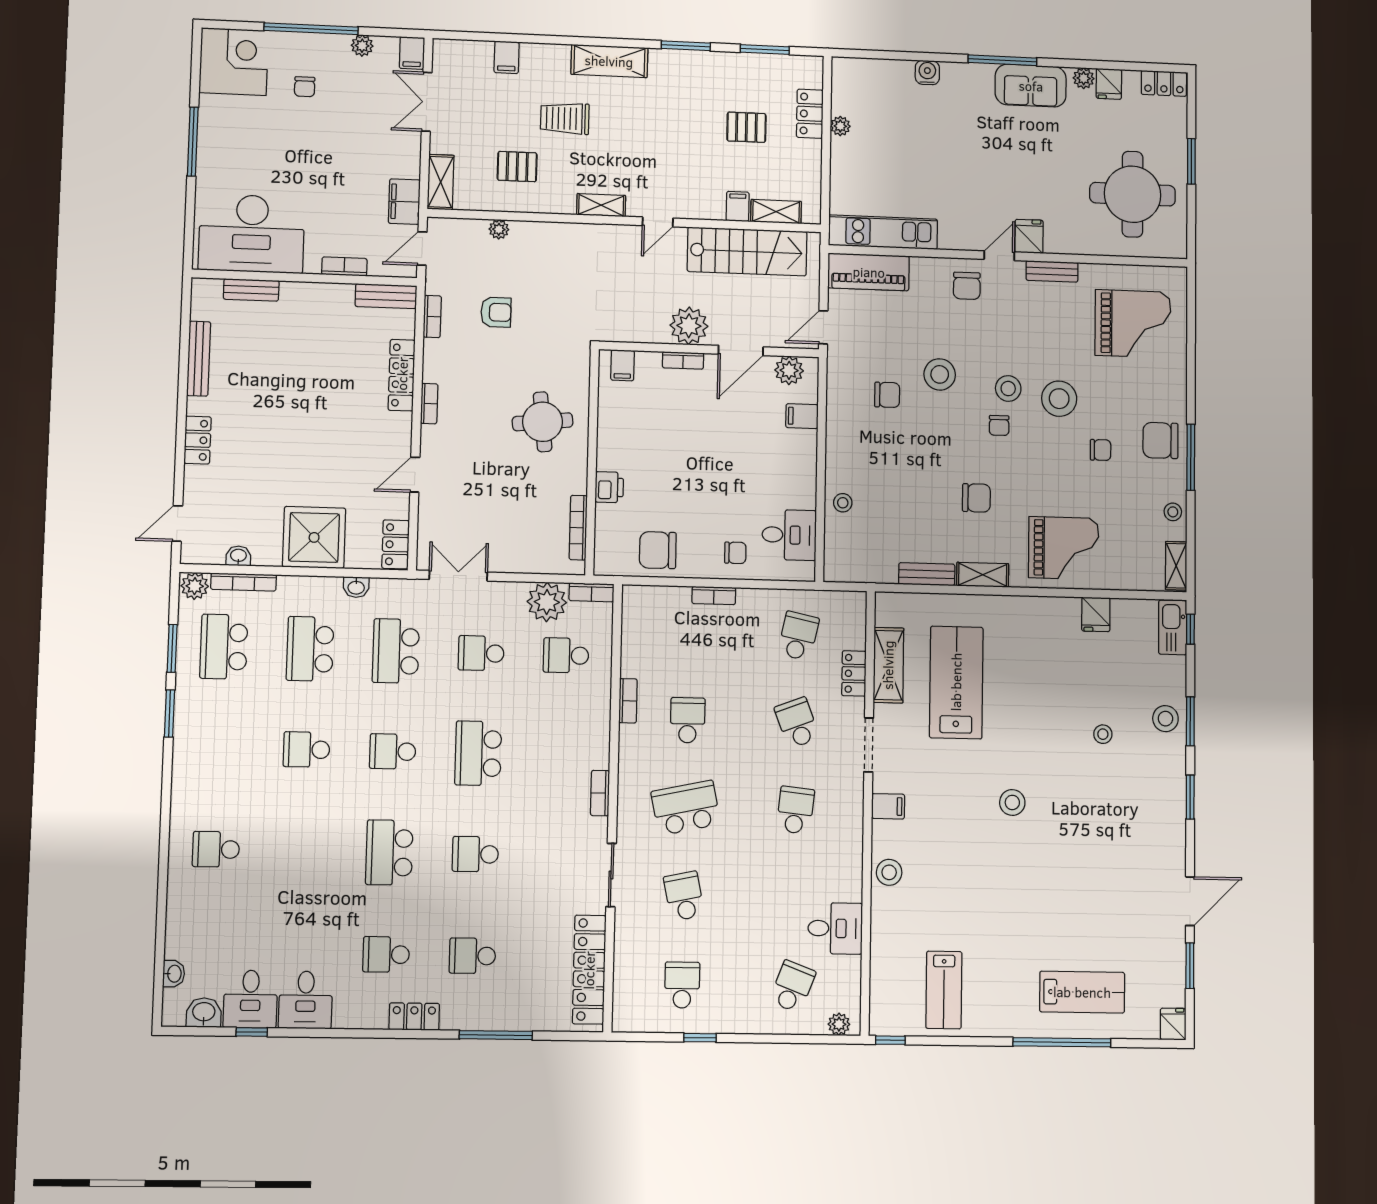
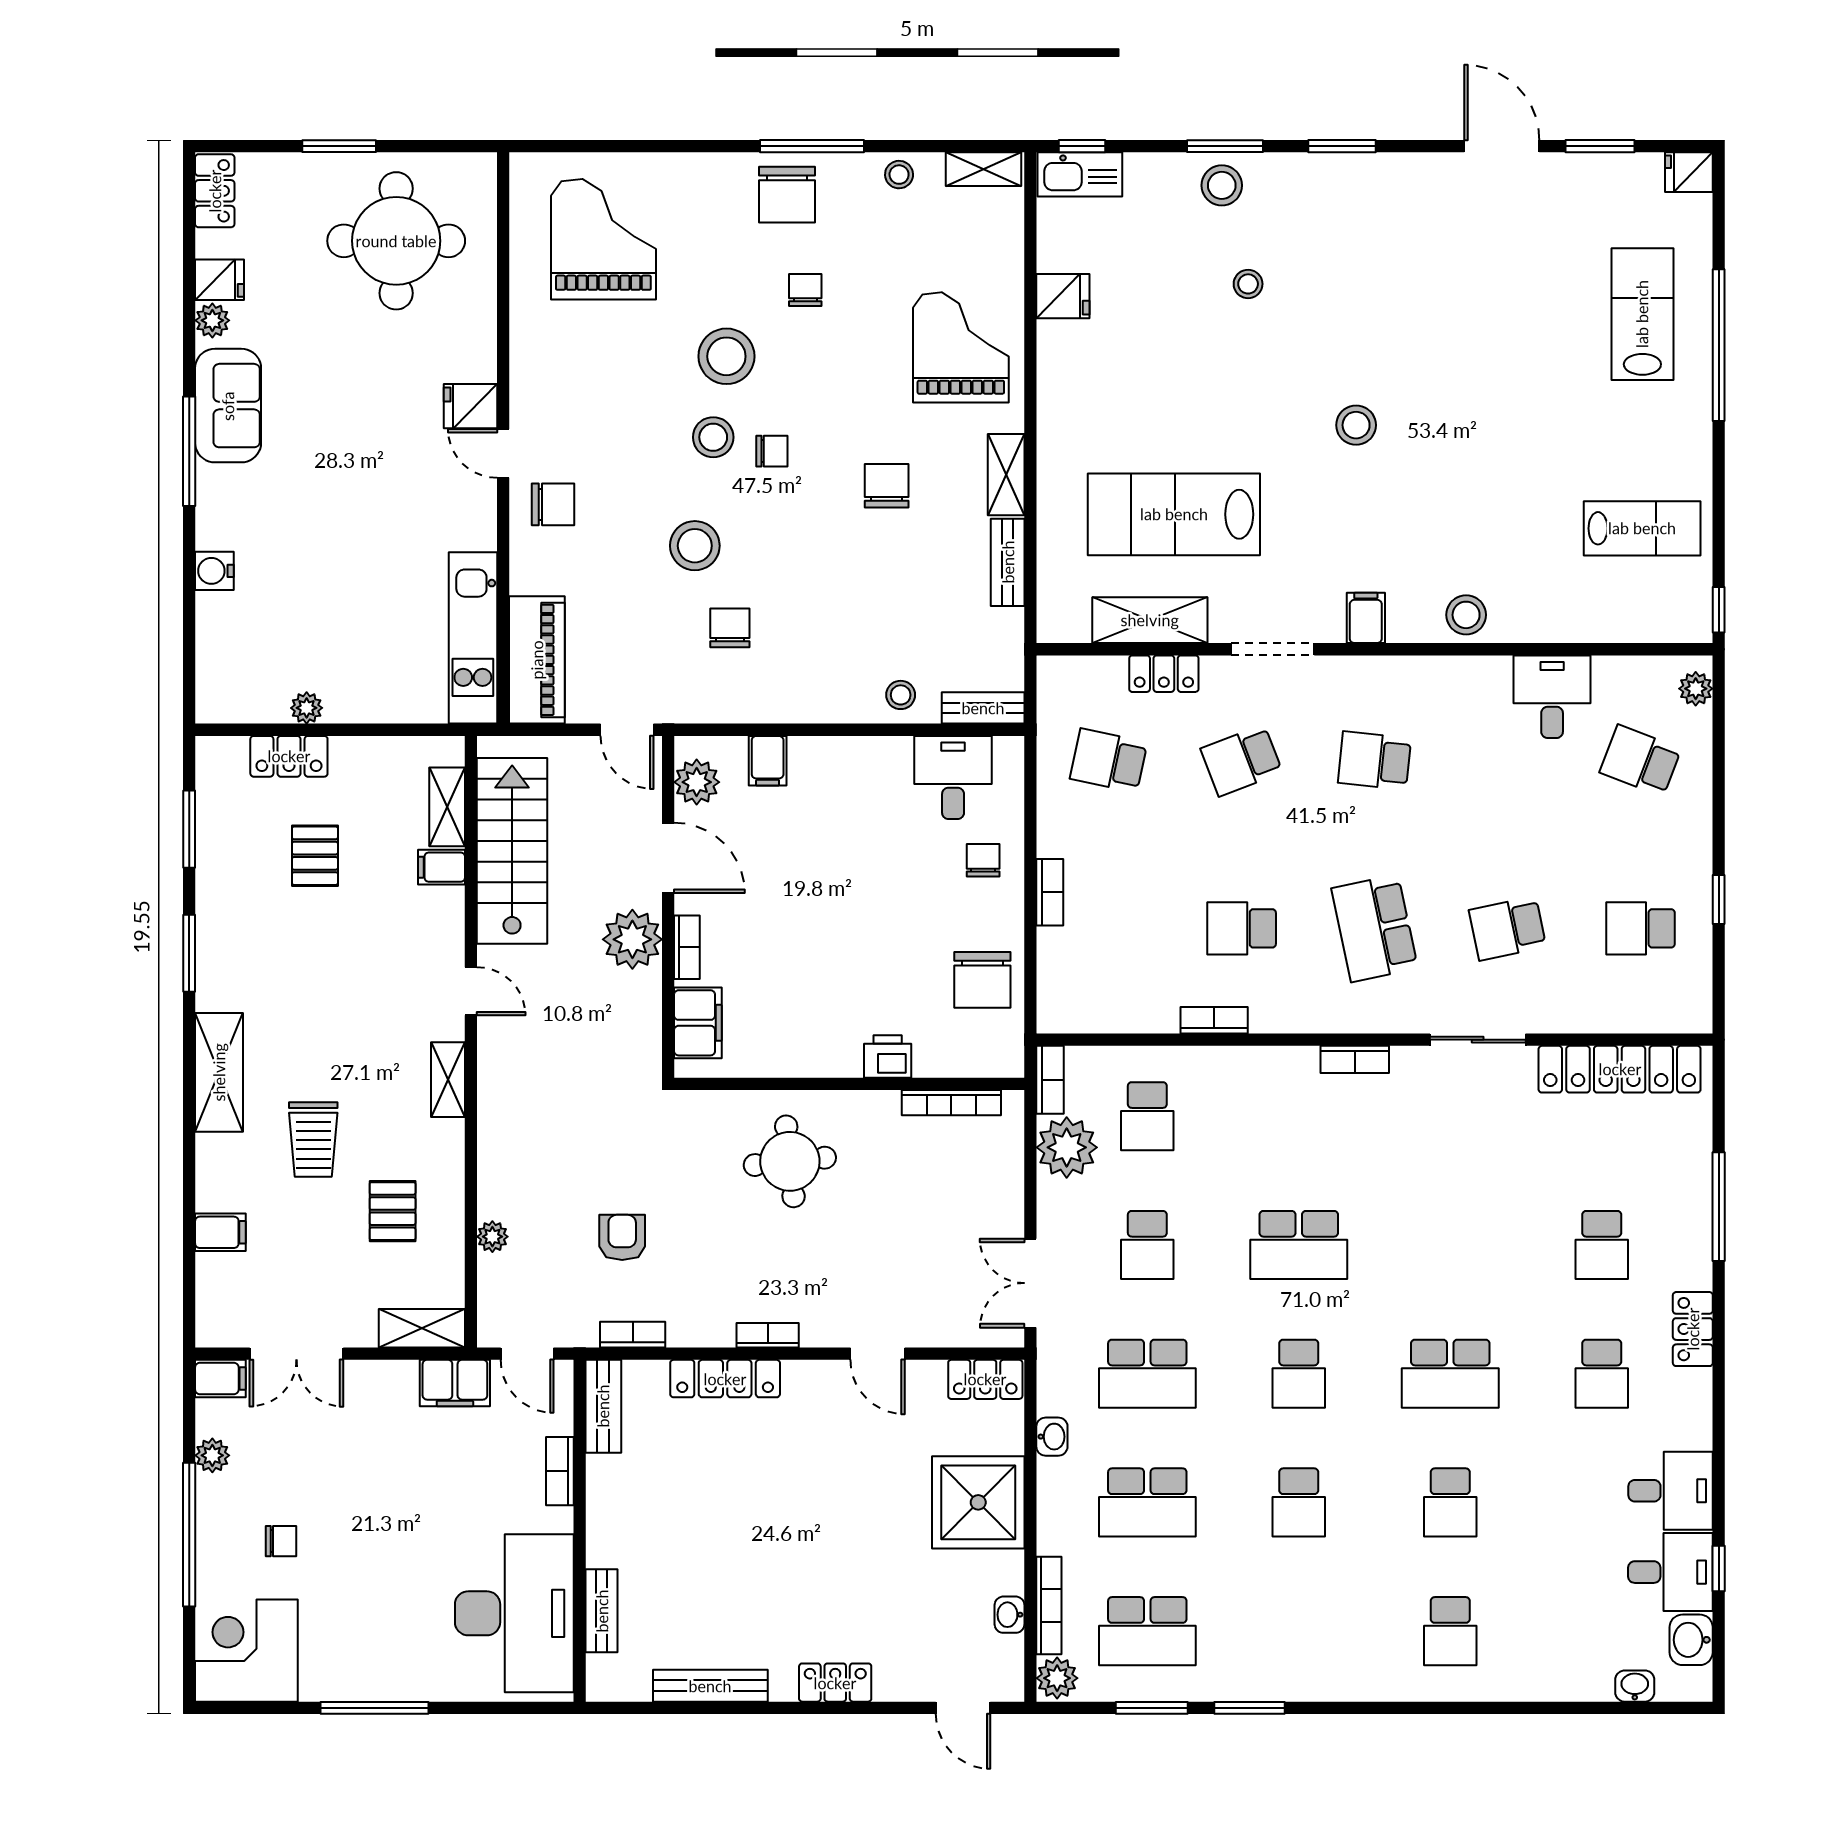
bench: (1052, 271) -> (983, 708), moved, turned 90
filing cabinet: (623, 365) -> (698, 1023), width x2.00
school desk: (475, 854) -> (1450, 1502), moved

